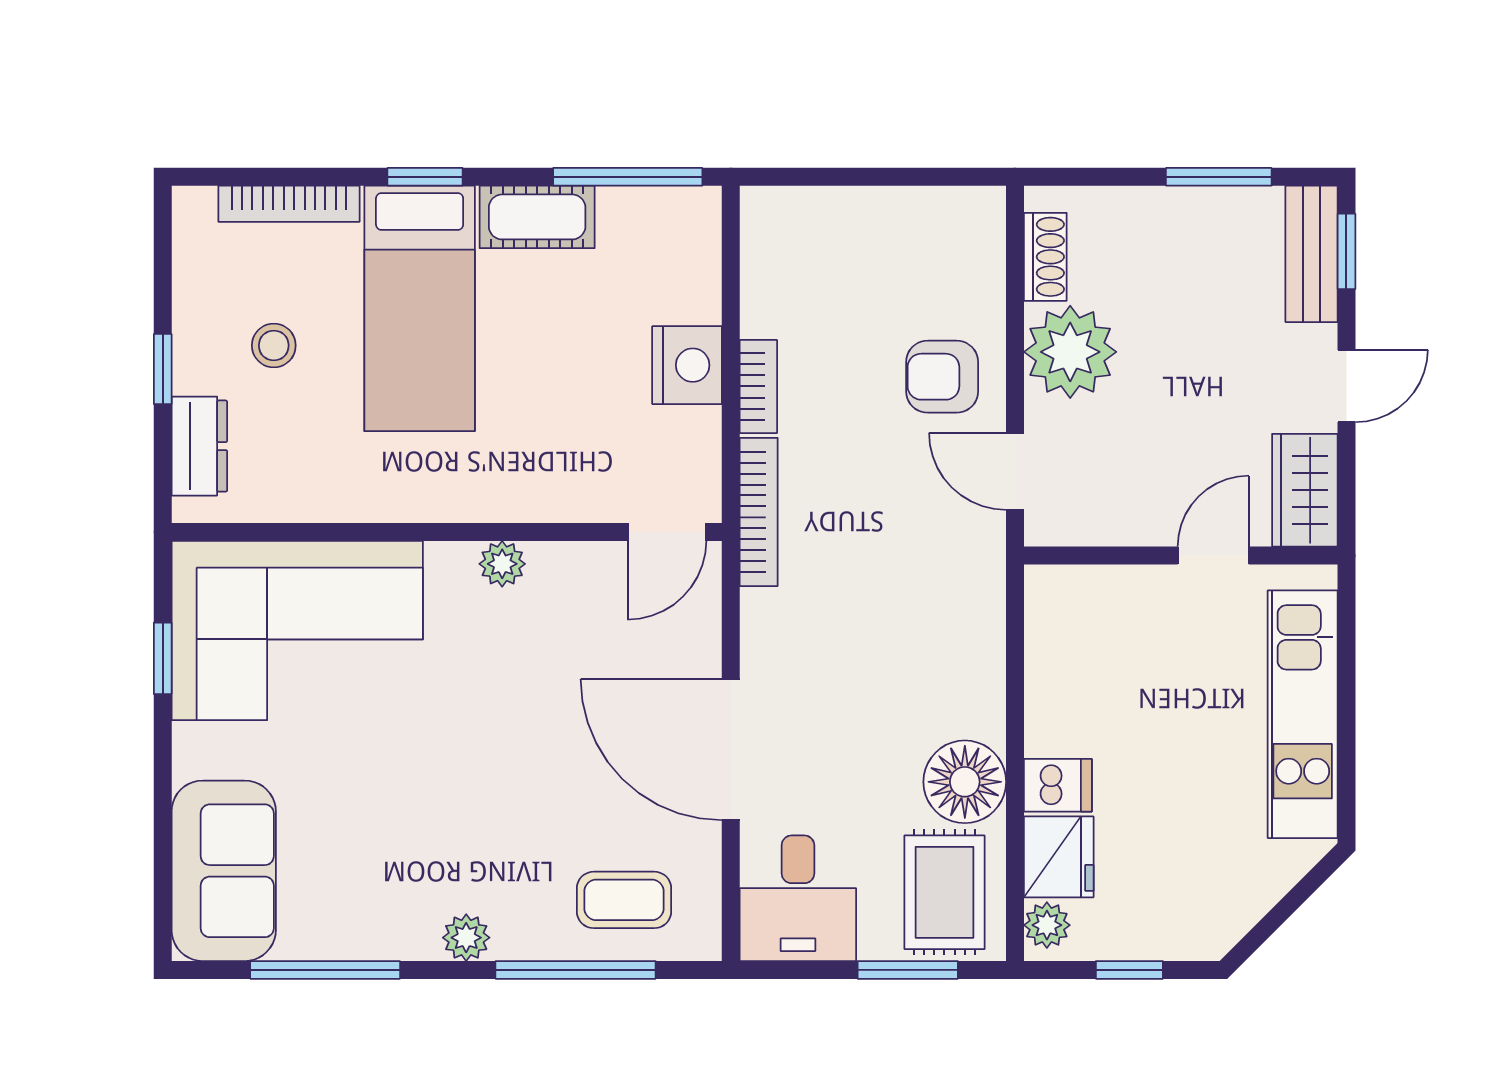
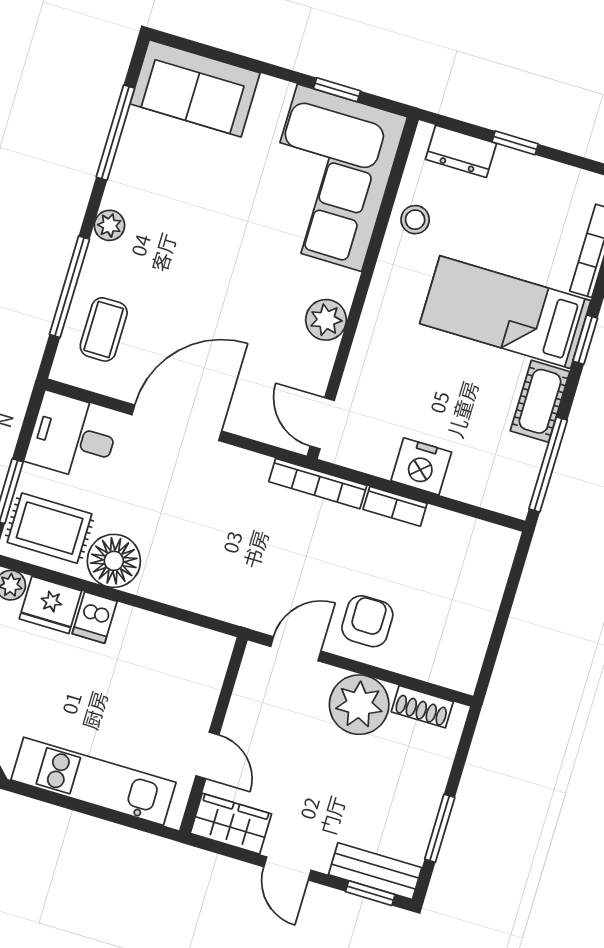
stool: (274, 345) -> (415, 220), moved
plant: (502, 564) -> (326, 320), width x1.38, depth x1.38

